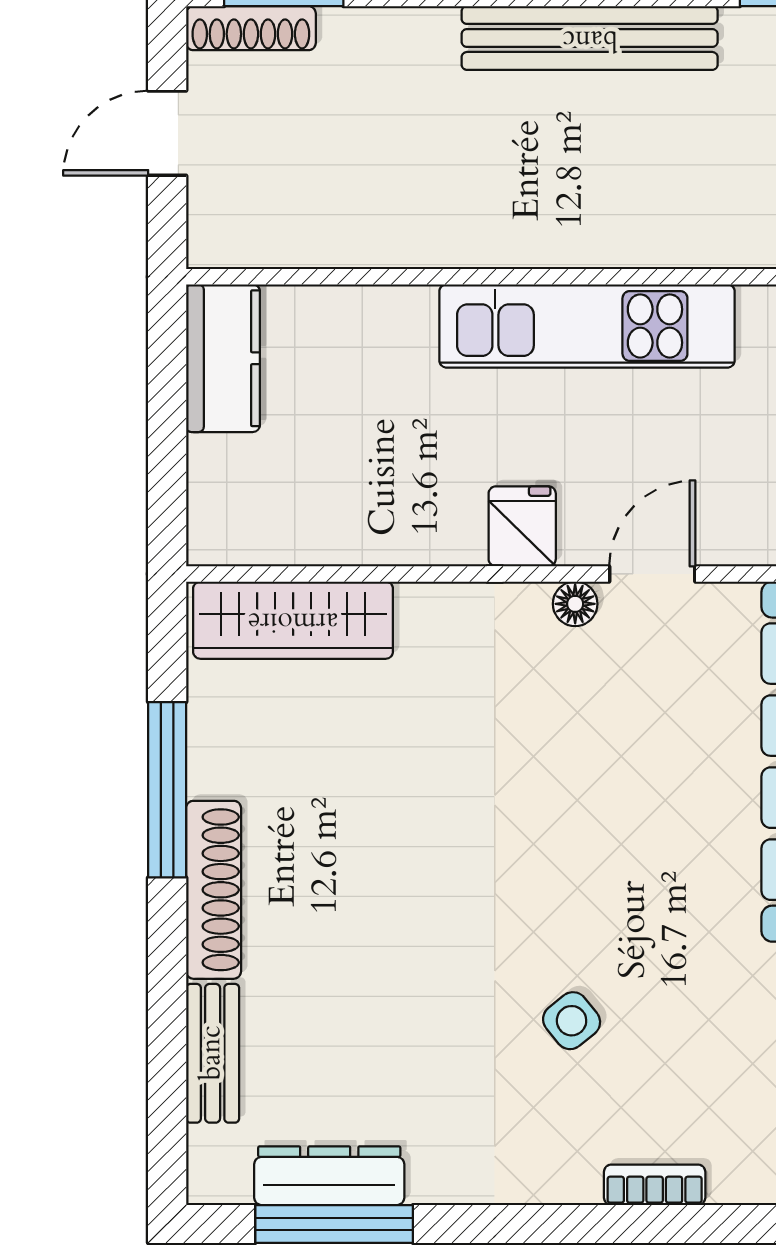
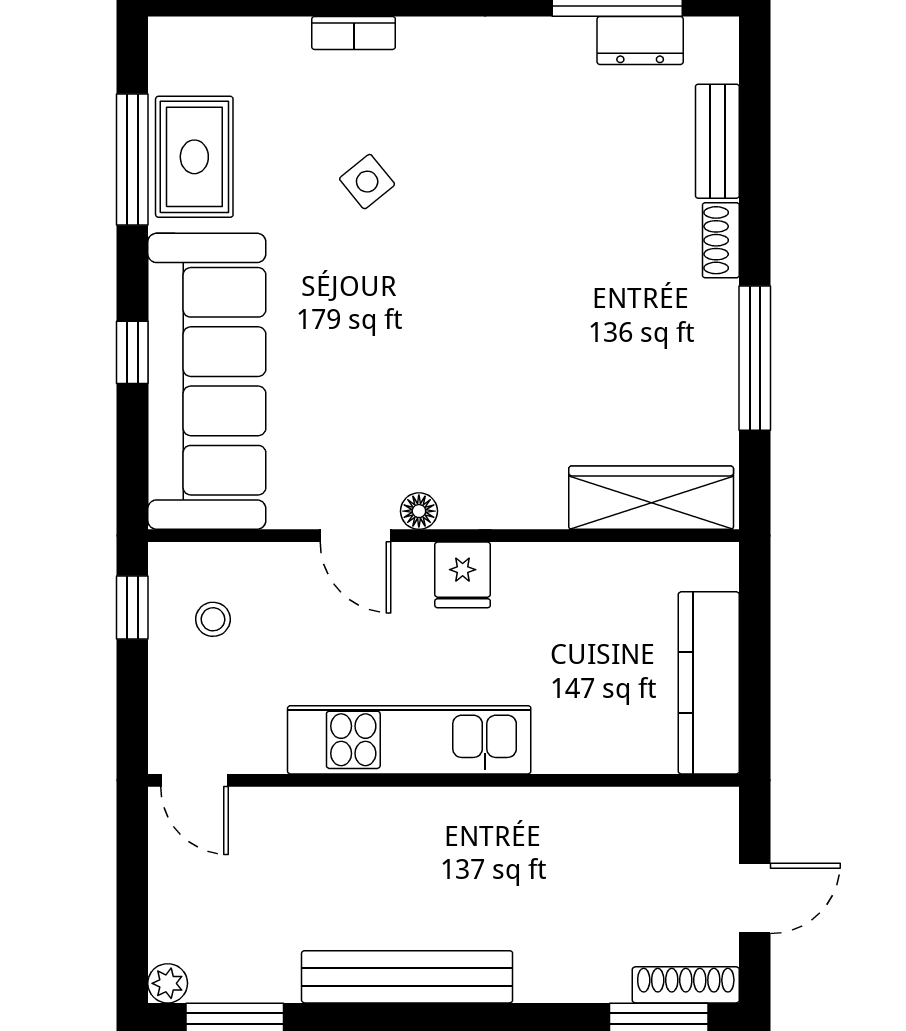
kitchen counter: (223, 358) -> (709, 683), width x1.50
door: (652, 574) -> (355, 536), hinge flipped
shoe rack: (214, 890) -> (721, 240), width x0.51, depth x0.81
side table: (572, 1021) -> (367, 182), moved
dresser: (329, 1176) -> (640, 40), width x0.70

